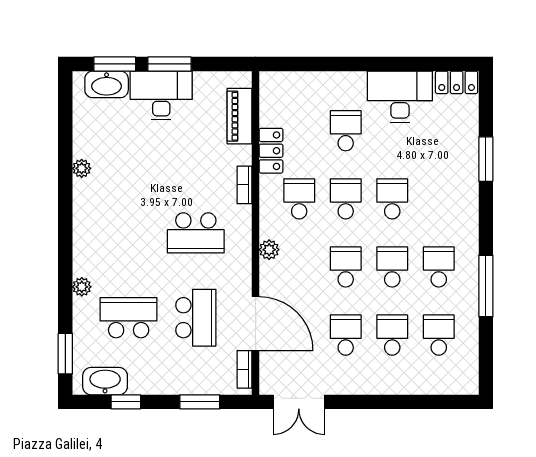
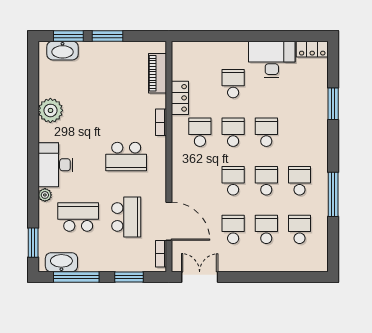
desk: (161, 95) -> (56, 165), moved, turned -90
plant: (82, 168) -> (50, 110), width x1.88, depth x1.88
plant: (269, 250) -> (178, 168), removed
window: (126, 402) -> (76, 277), width x2.17
double door: (299, 402) -> (200, 277), swing flipped

